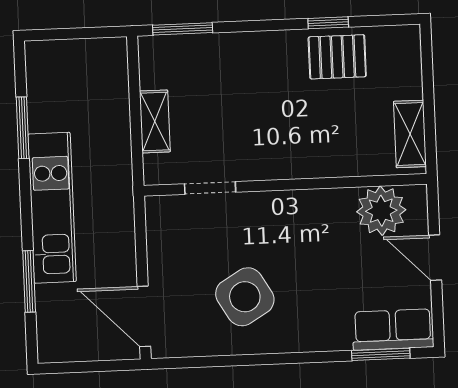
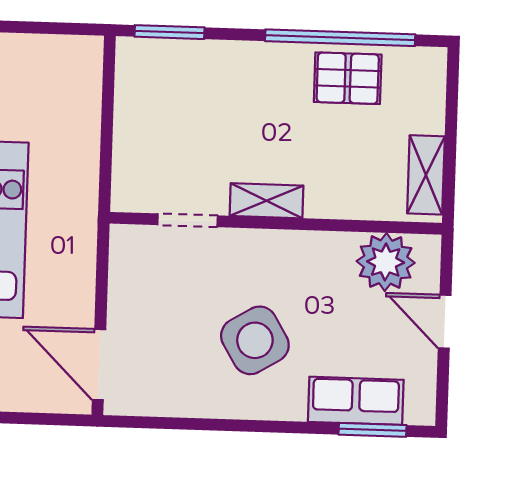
window: (328, 23) -> (340, 38), width x3.17
shelving: (155, 121) -> (267, 201), moved, turned 90
side table: (245, 297) -> (255, 340), moved
row of seats: (393, 330) -> (356, 401), moved

